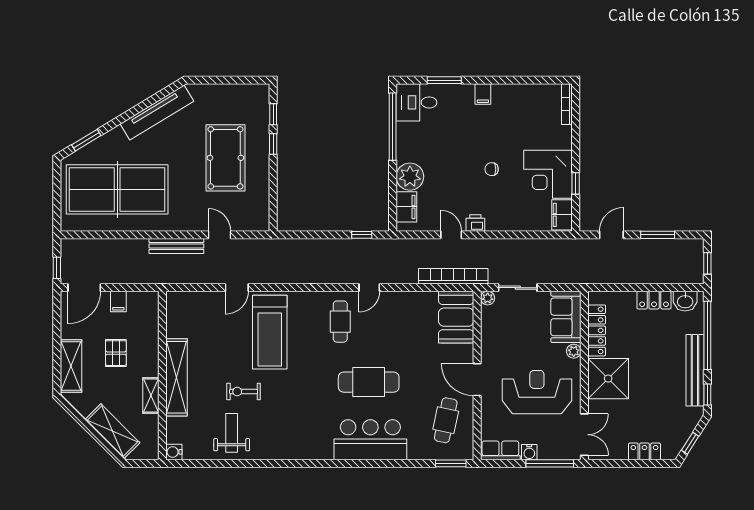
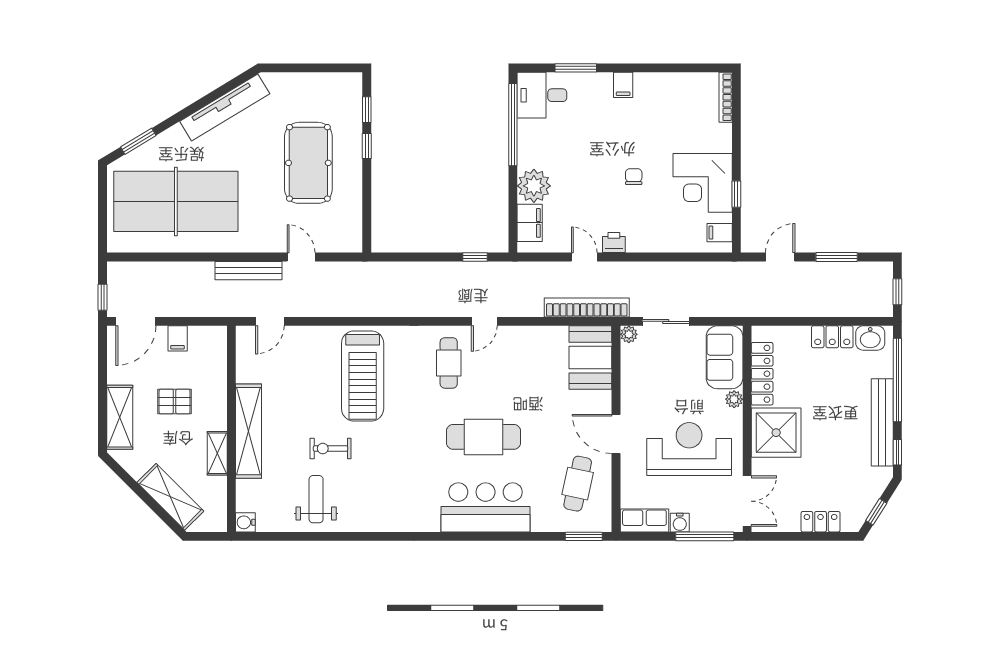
chair: (492, 169) -> (634, 177), turned 90
filing cabinet: (562, 215) -> (720, 233), width x0.50
door: (237, 288) -> (270, 321), moved
pallet: (116, 353) -> (175, 402), turned 90

